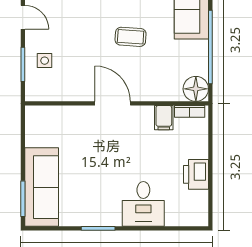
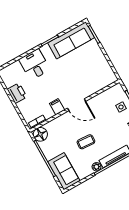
filing cabinet: (164, 118) -> (57, 107), moved
sofa: (42, 187) -> (71, 40), moved, turned -90

